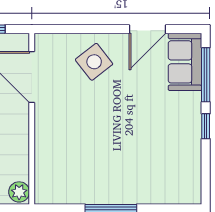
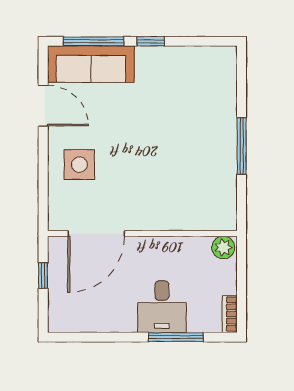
side table: (94, 62) -> (79, 165), turned 38
sofa: (185, 62) -> (91, 64), width x1.36

